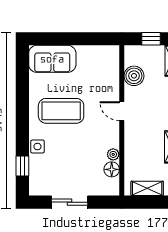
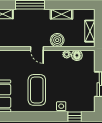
boiler: (134, 76) -> (57, 40), moved
door: (122, 111) -> (37, 48), hinge flipped

